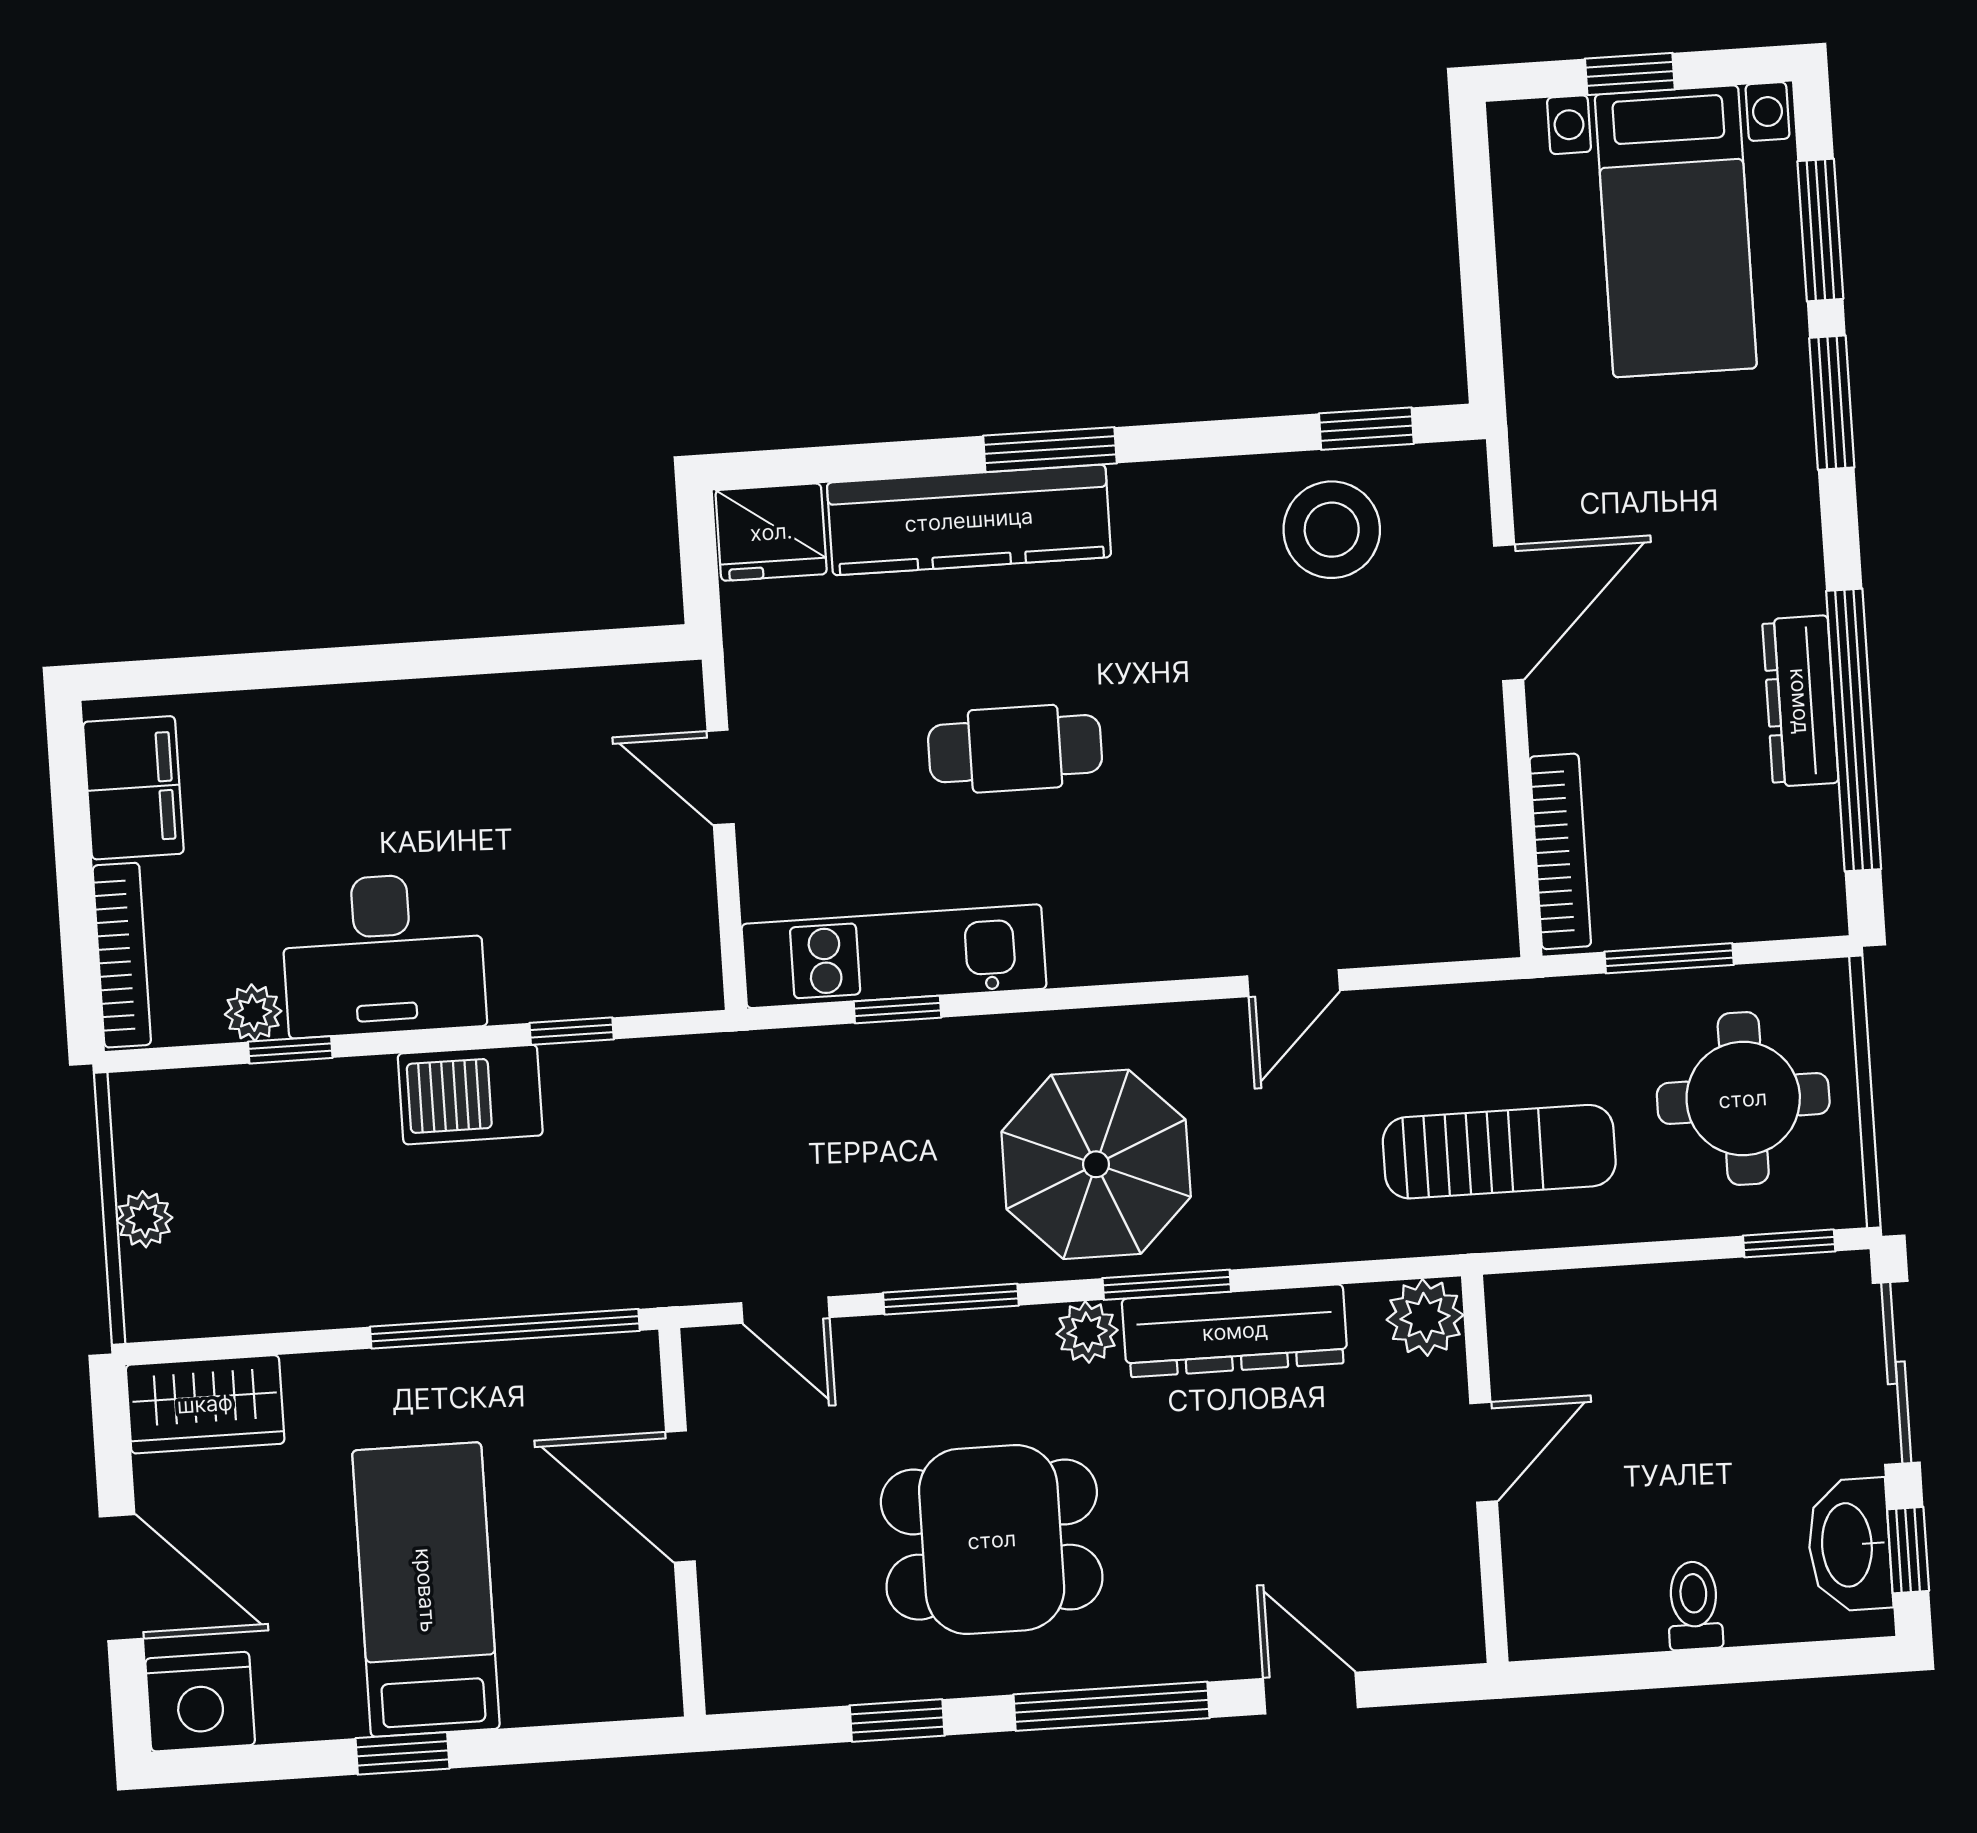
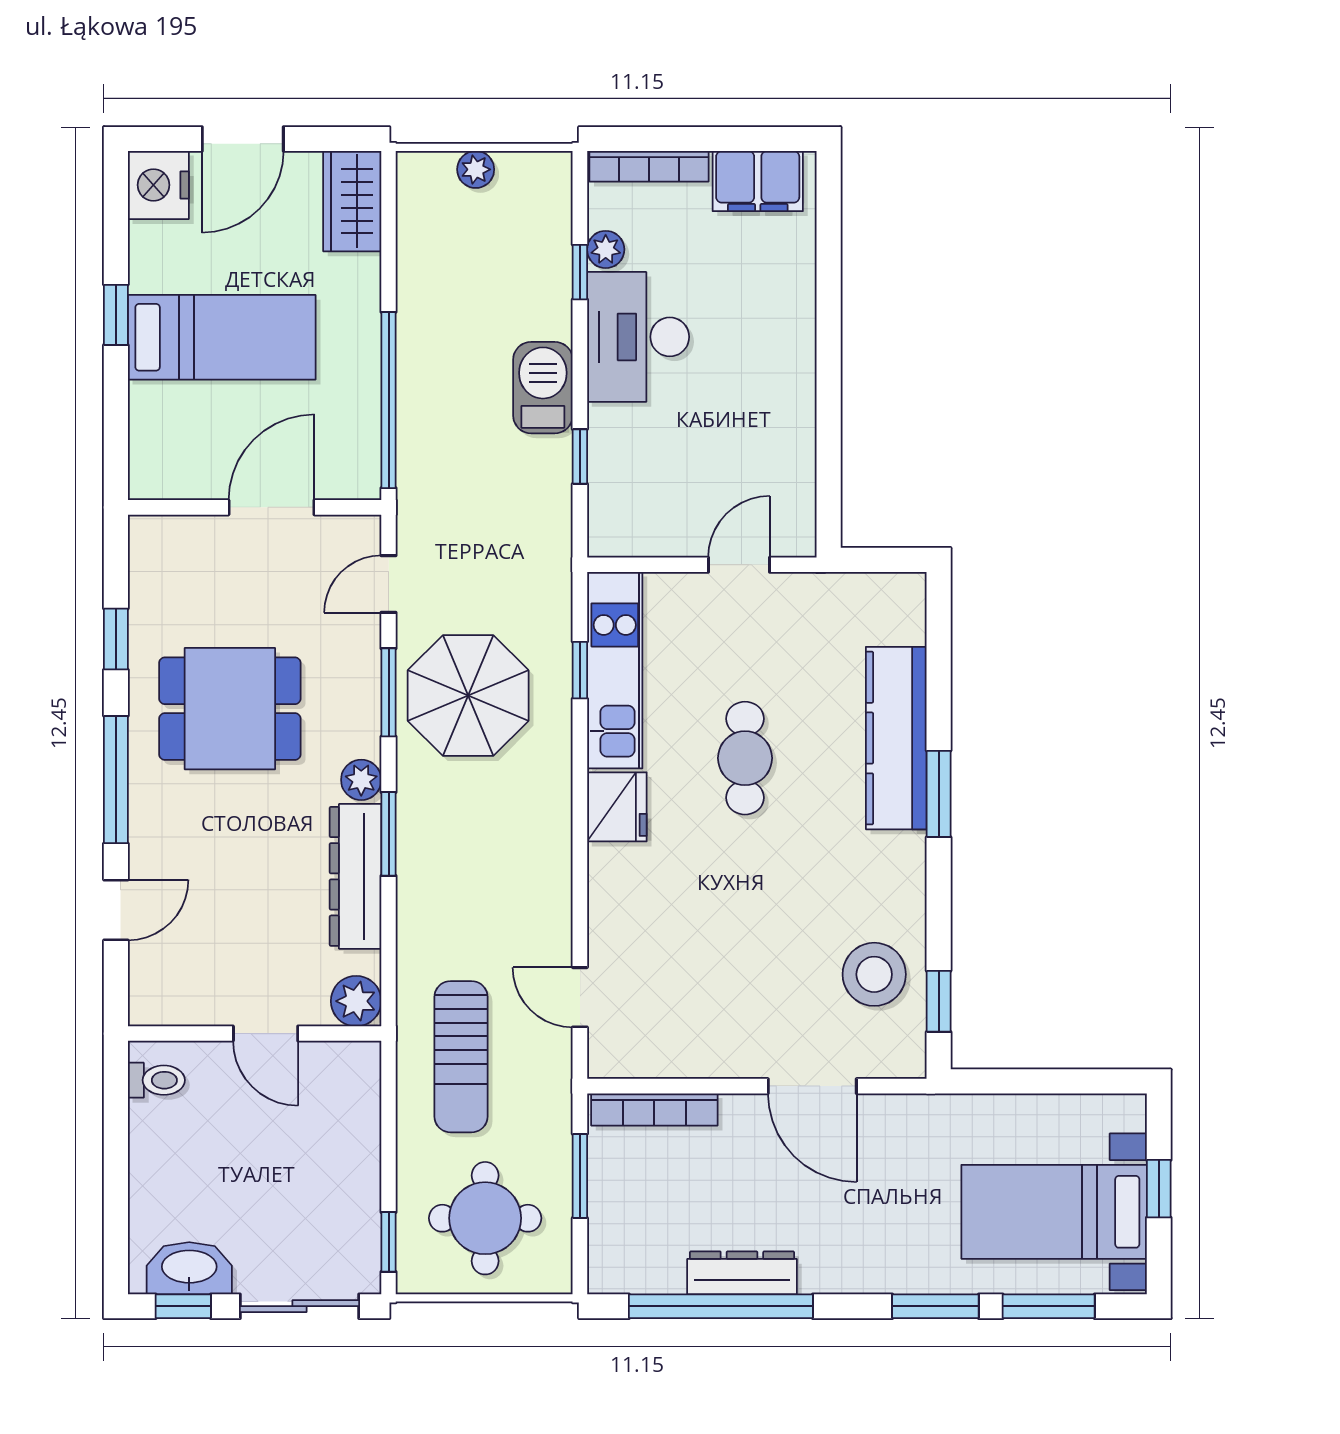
fridge: (771, 532) -> (617, 807), moved, turned 180
door: (1294, 983) -> (580, 997), moved
parasol: (1096, 1164) -> (468, 696), moved
dining table: (992, 1540) -> (230, 709), turned 90
toilet: (1694, 1605) -> (156, 1080), moved

